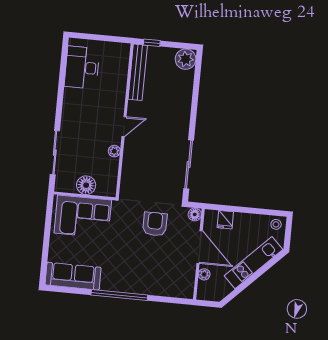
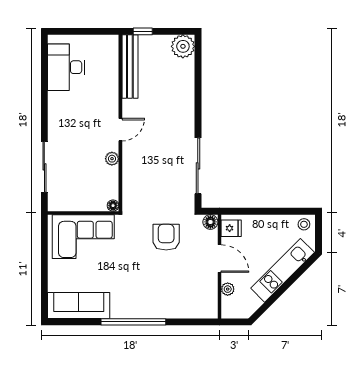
floor lamp: (86, 185) -> (113, 206), moved, width x0.53, depth x0.53
fridge: (225, 220) -> (231, 228), moved, turned -90
door: (200, 247) -> (219, 258), width x0.73

